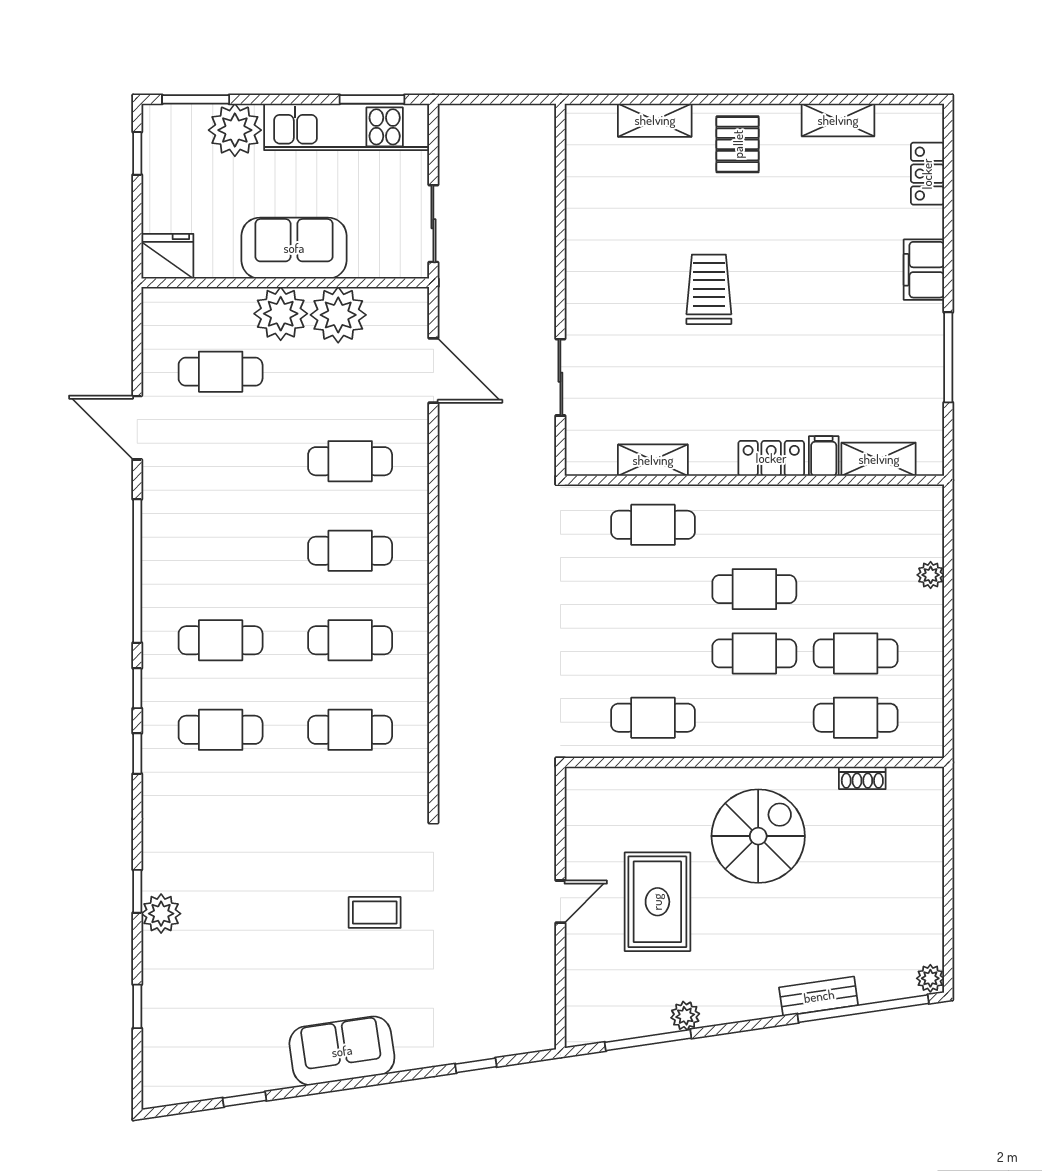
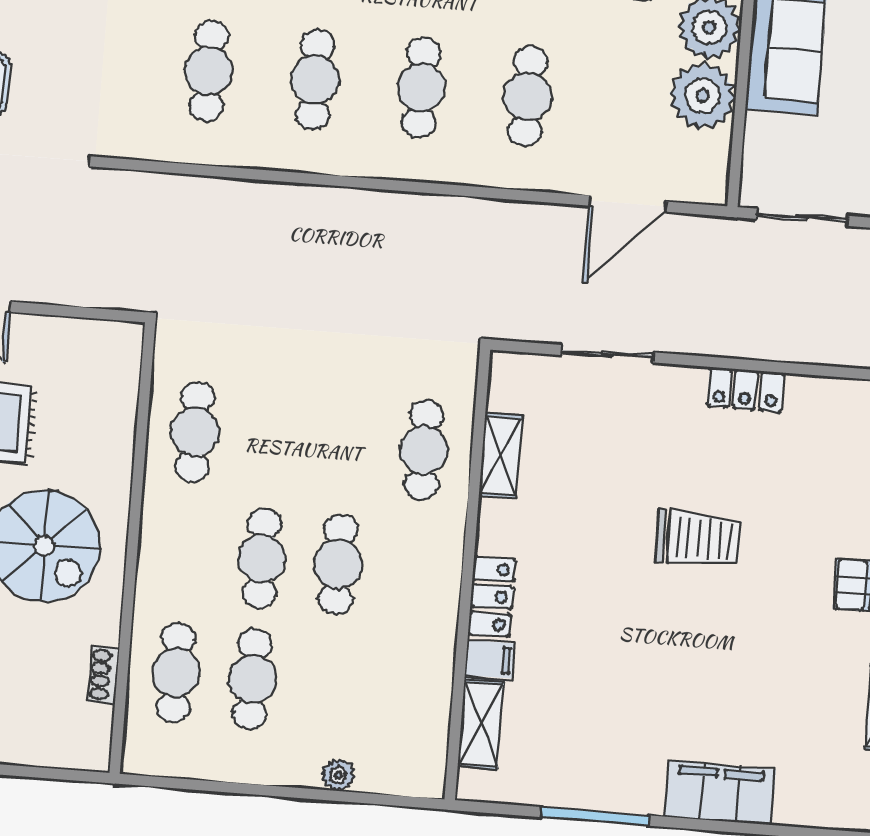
locker: (927, 174) -> (745, 389), moved, turned 180
filing cabinet: (924, 270) -> (720, 793), width x1.50, depth x1.17

